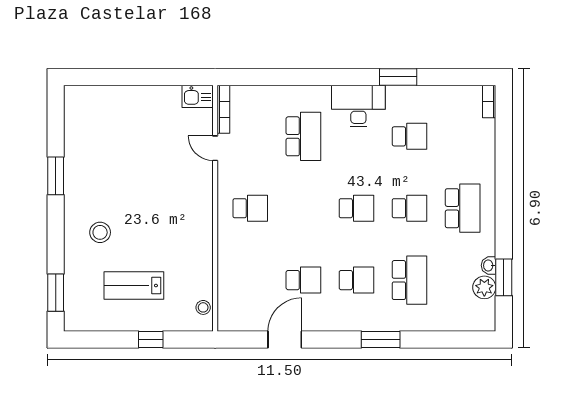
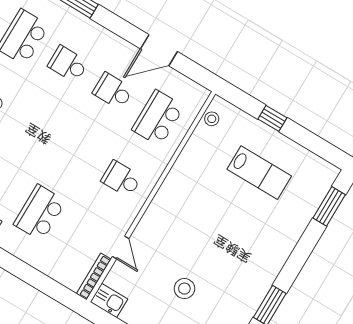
school desk: (356, 208) -> (158, 118), moved, width x1.85
stool: (100, 232) -> (184, 289), moved

